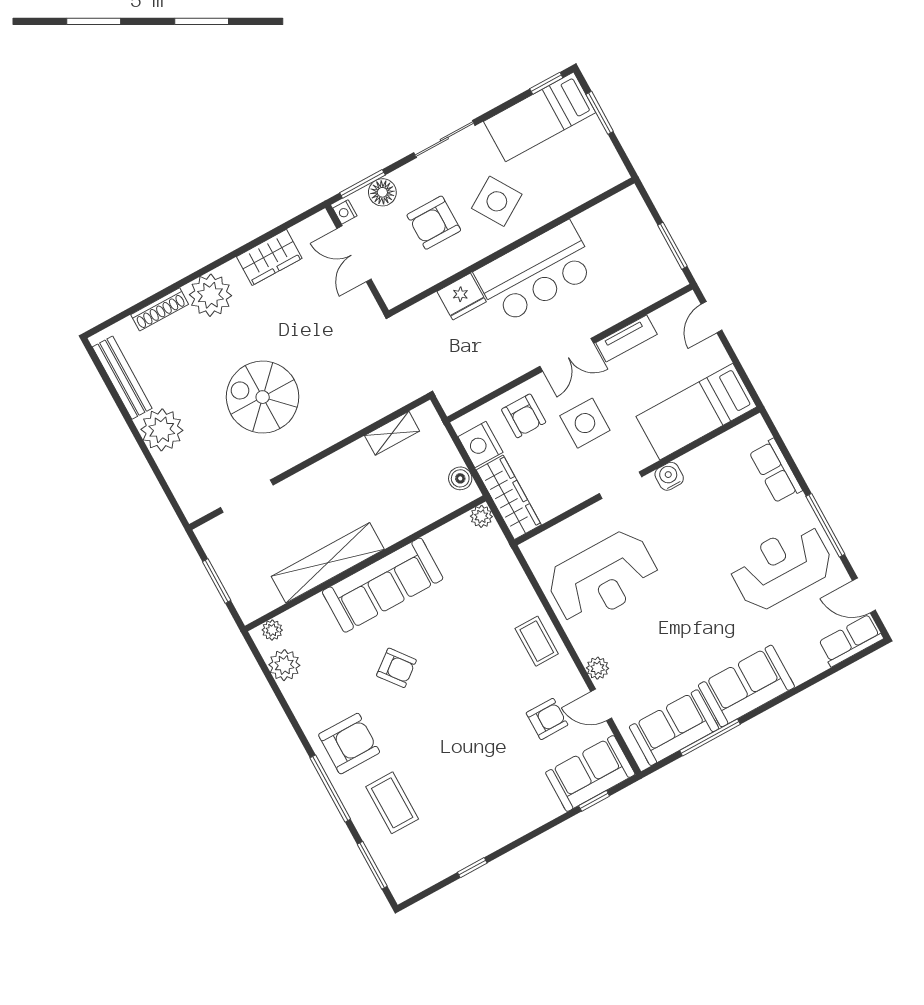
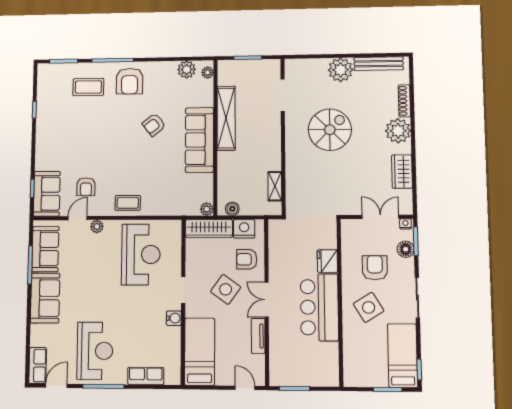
side table: (585, 423) -> (226, 289), turned 36
reception desk: (603, 578) -> (141, 255), turned 180

